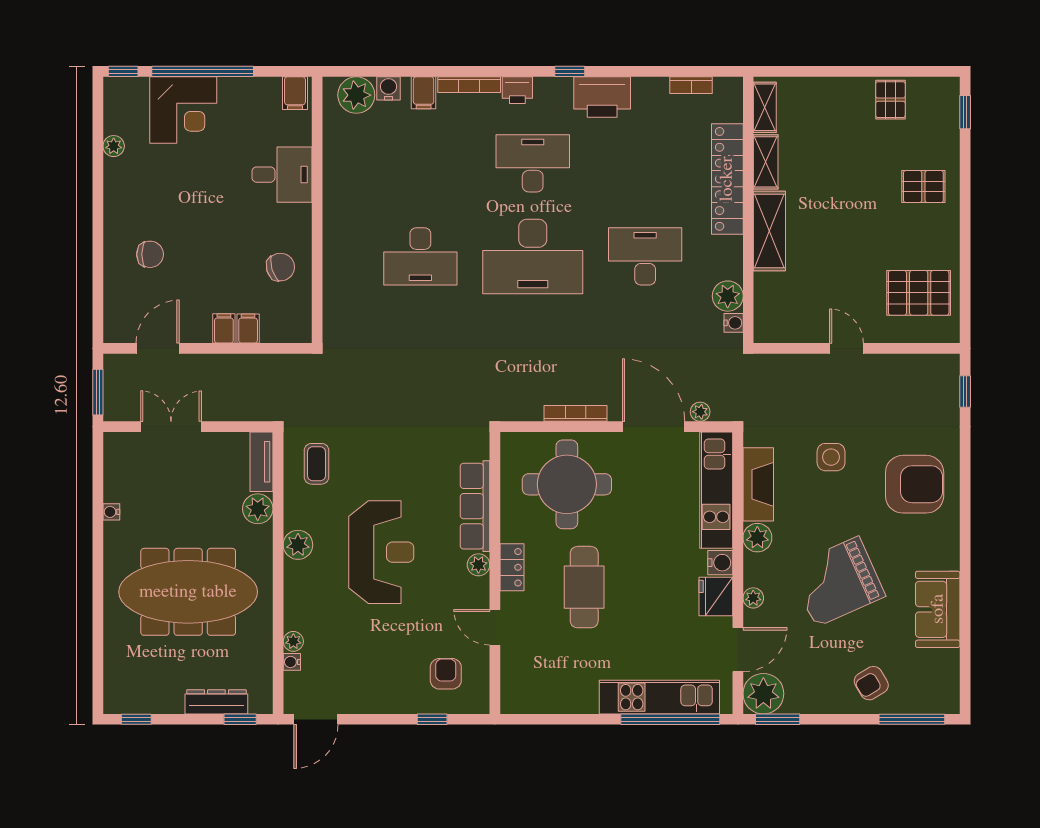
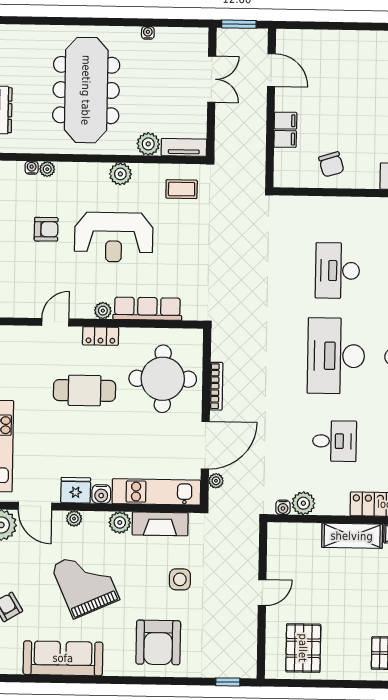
chair: (150, 254) -> (343, 66), removed
desk: (645, 256) -> (335, 441), width x0.73
sofa: (938, 609) -> (63, 658), width x1.36
armchair: (446, 674) -> (46, 229), moved

